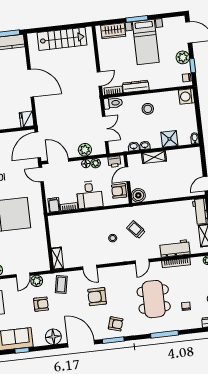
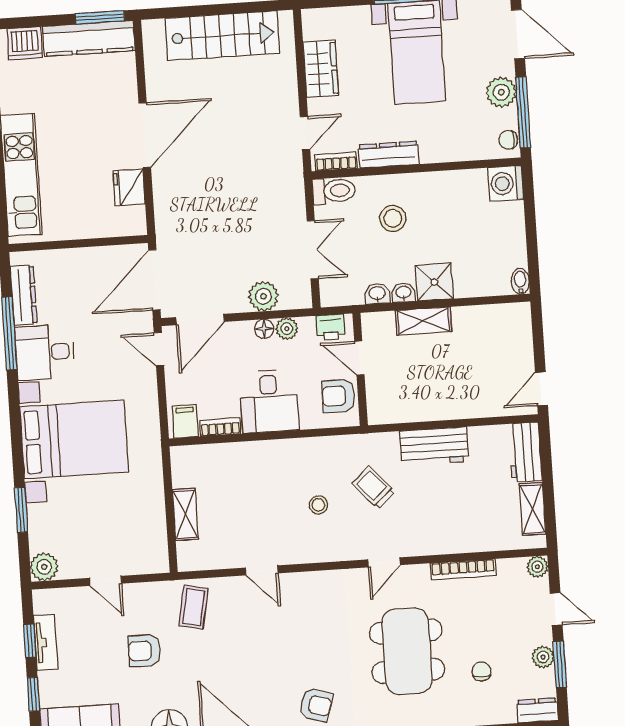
wardrobe: (113, 31) -> (321, 69), moved, turned -90
window: (193, 66) -> (523, 112), width x2.17
door: (31, 83) -> (145, 135), hinge flipped
stool: (148, 109) -> (393, 218), moved
fridge: (27, 119) -> (129, 187), moved
shower: (169, 139) -> (434, 282), moved
door: (58, 161) -> (200, 320), swing flipped
door: (127, 174) -> (359, 358), hinge flipped
boiler: (138, 195) -> (383, 408), removed
workbench: (175, 248) -> (434, 446), moved, turned 180
shelving: (57, 258) -> (185, 514), moved
door: (23, 275) -> (105, 581), hinge flipped
plant: (37, 281) -> (137, 596), removed
armchair: (97, 297) -> (276, 639), removed
armchair: (41, 304) -> (144, 651), turned 180

